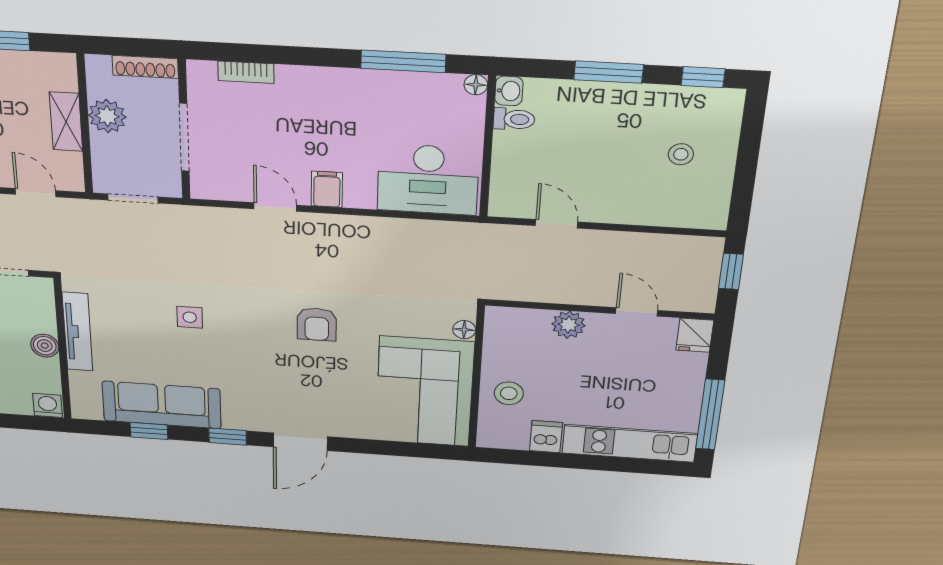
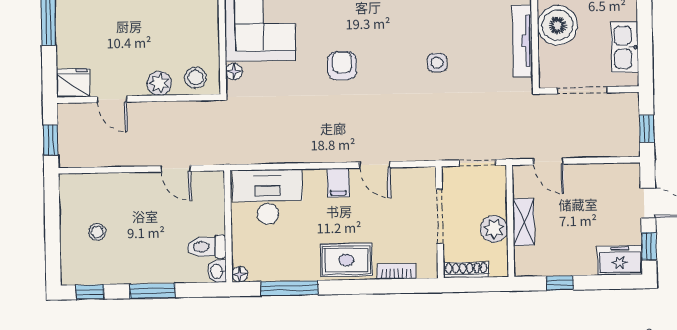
rug: (318, 92) -> (346, 260), added
toilet: (514, 119) -> (207, 247), width x1.37, depth x1.39
fridge: (695, 335) -> (73, 83), width x1.38
boiler: (45, 346) -> (557, 25), width x1.86, depth x1.86
stool: (509, 393) -> (195, 78), moved

